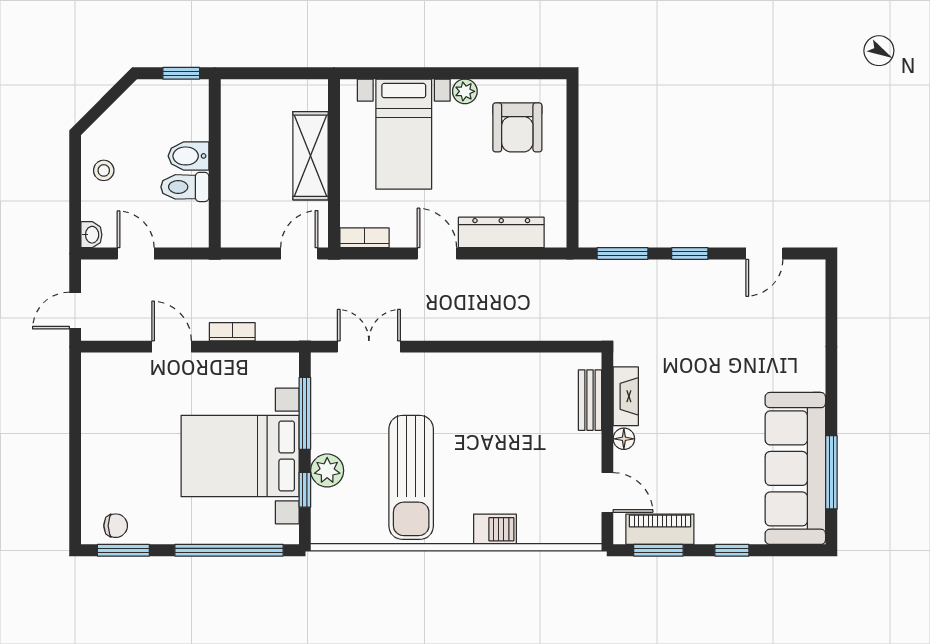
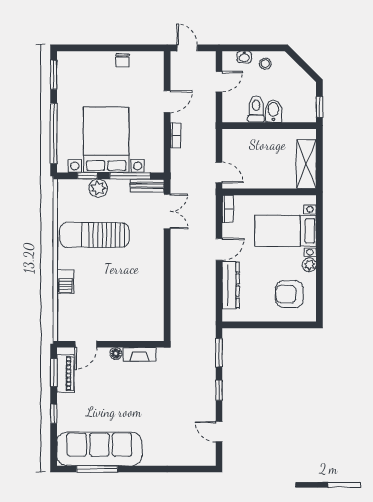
shelving: (310, 156) -> (306, 164), moved, turned 90
washbasin: (91, 235) -> (244, 57), moved
bench: (590, 400) -> (147, 185), moved
chair: (116, 526) -> (123, 60), moved

